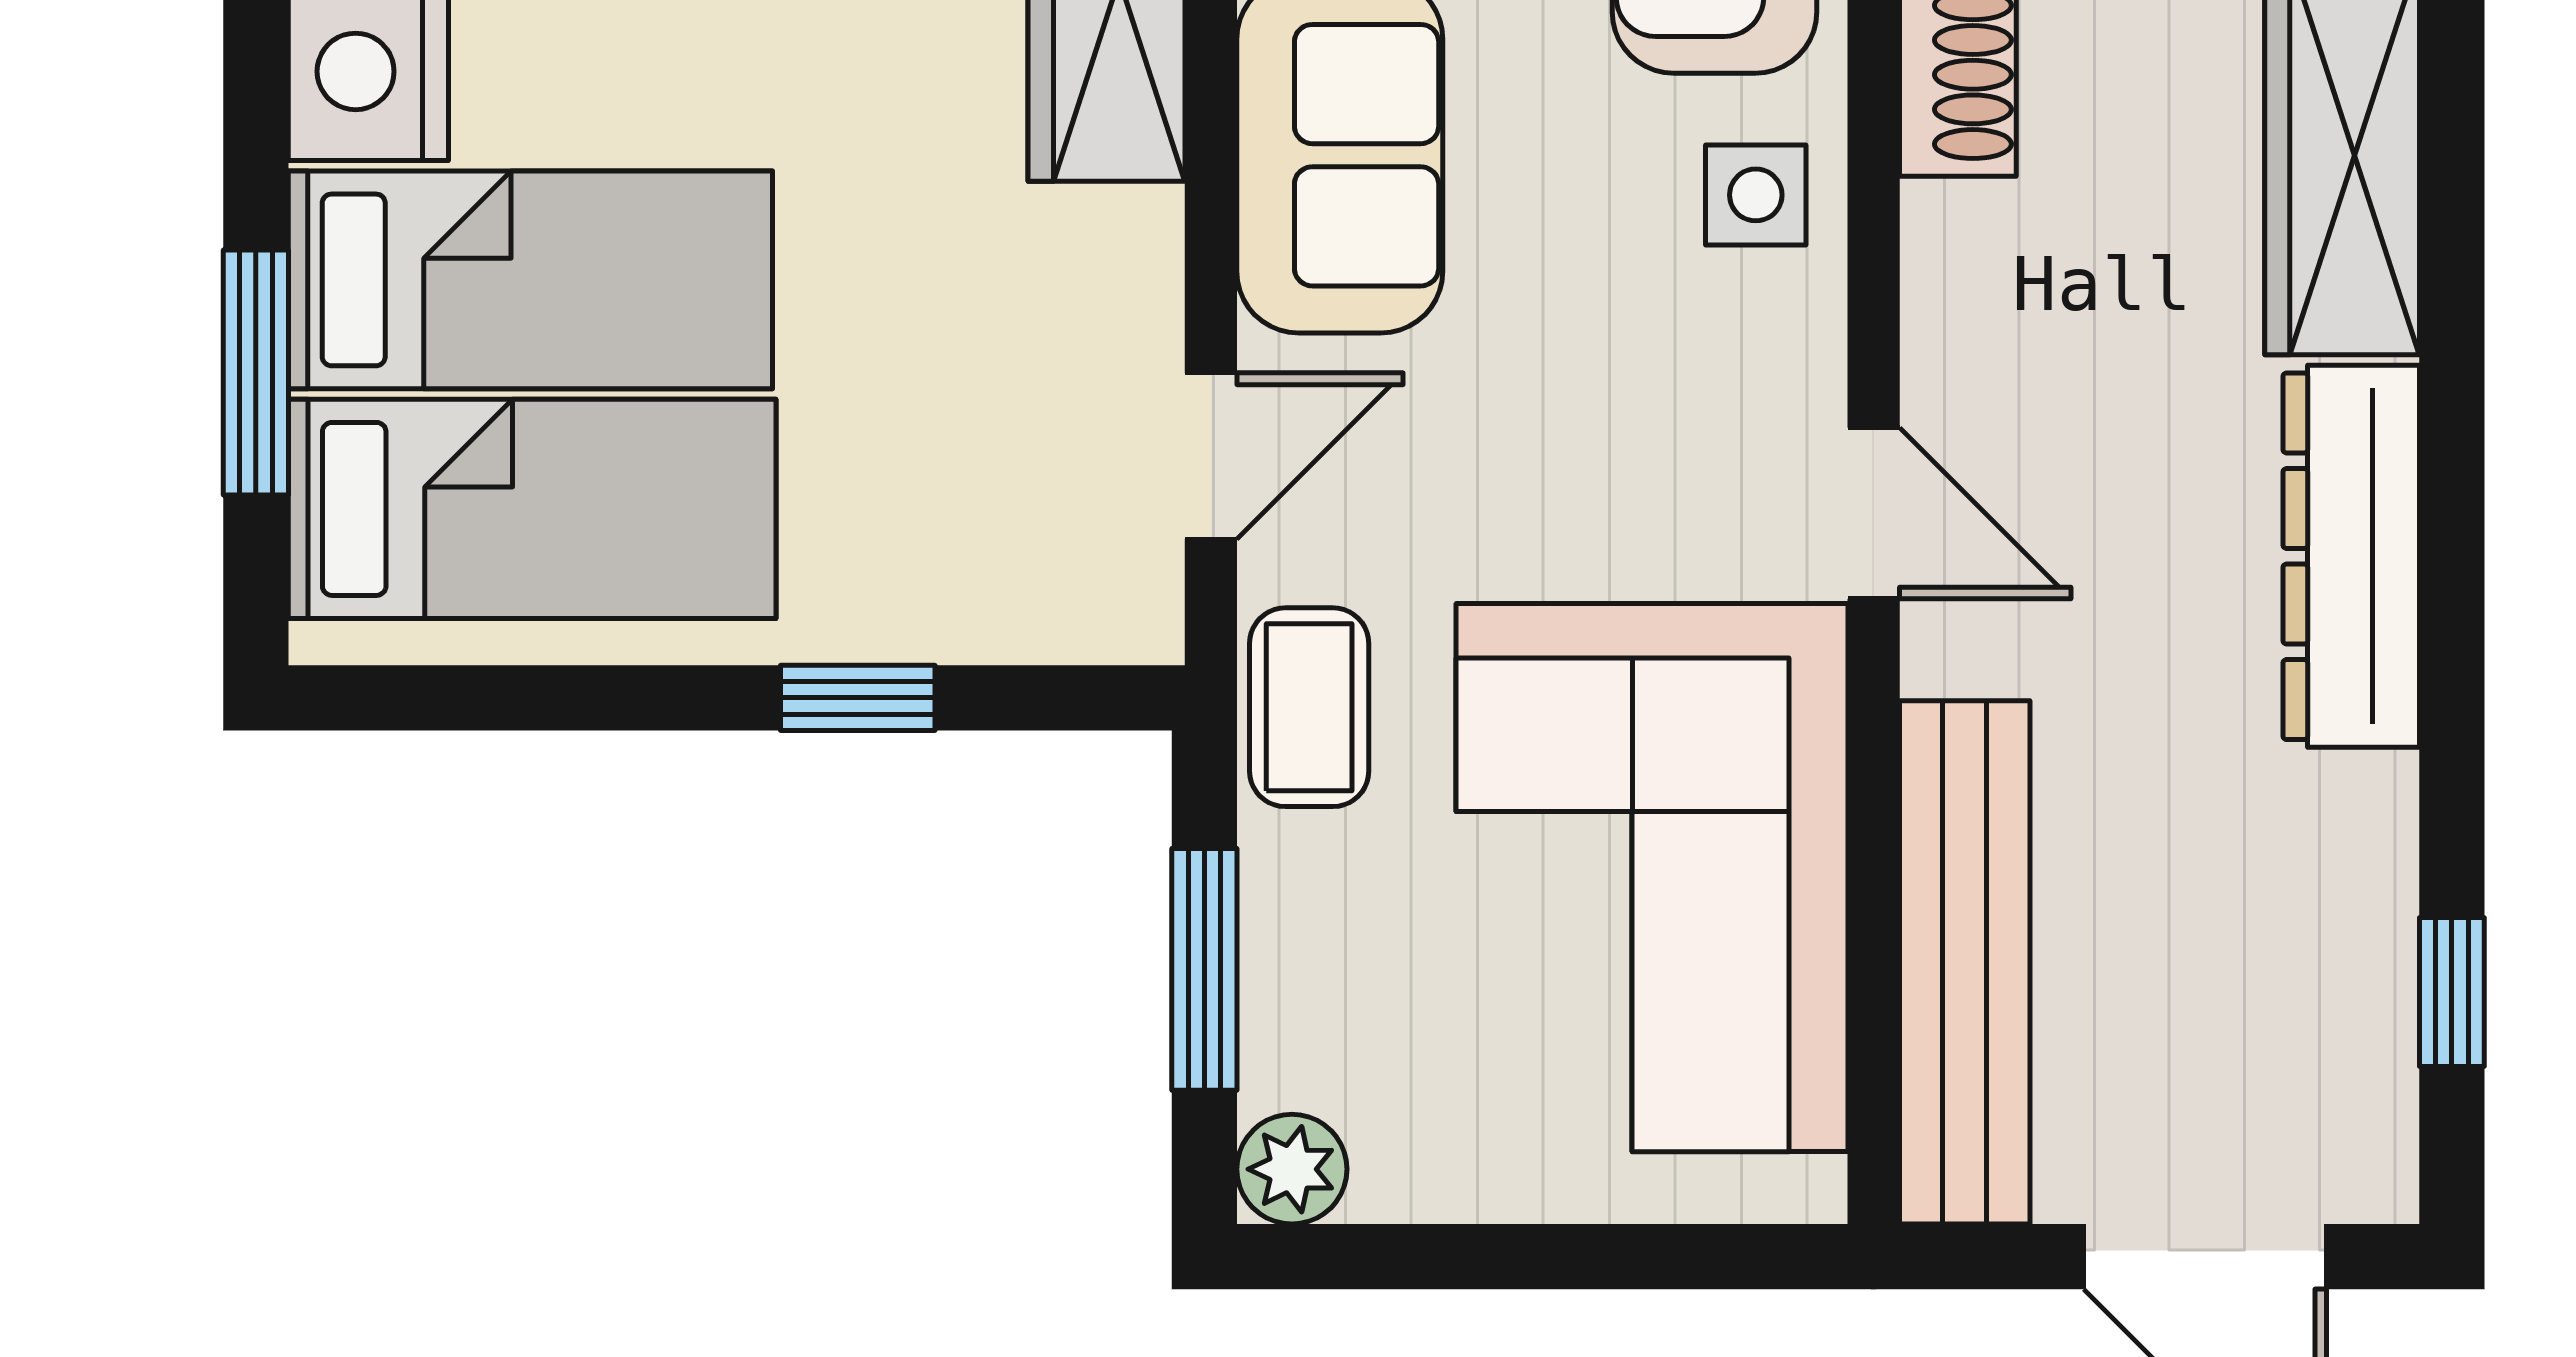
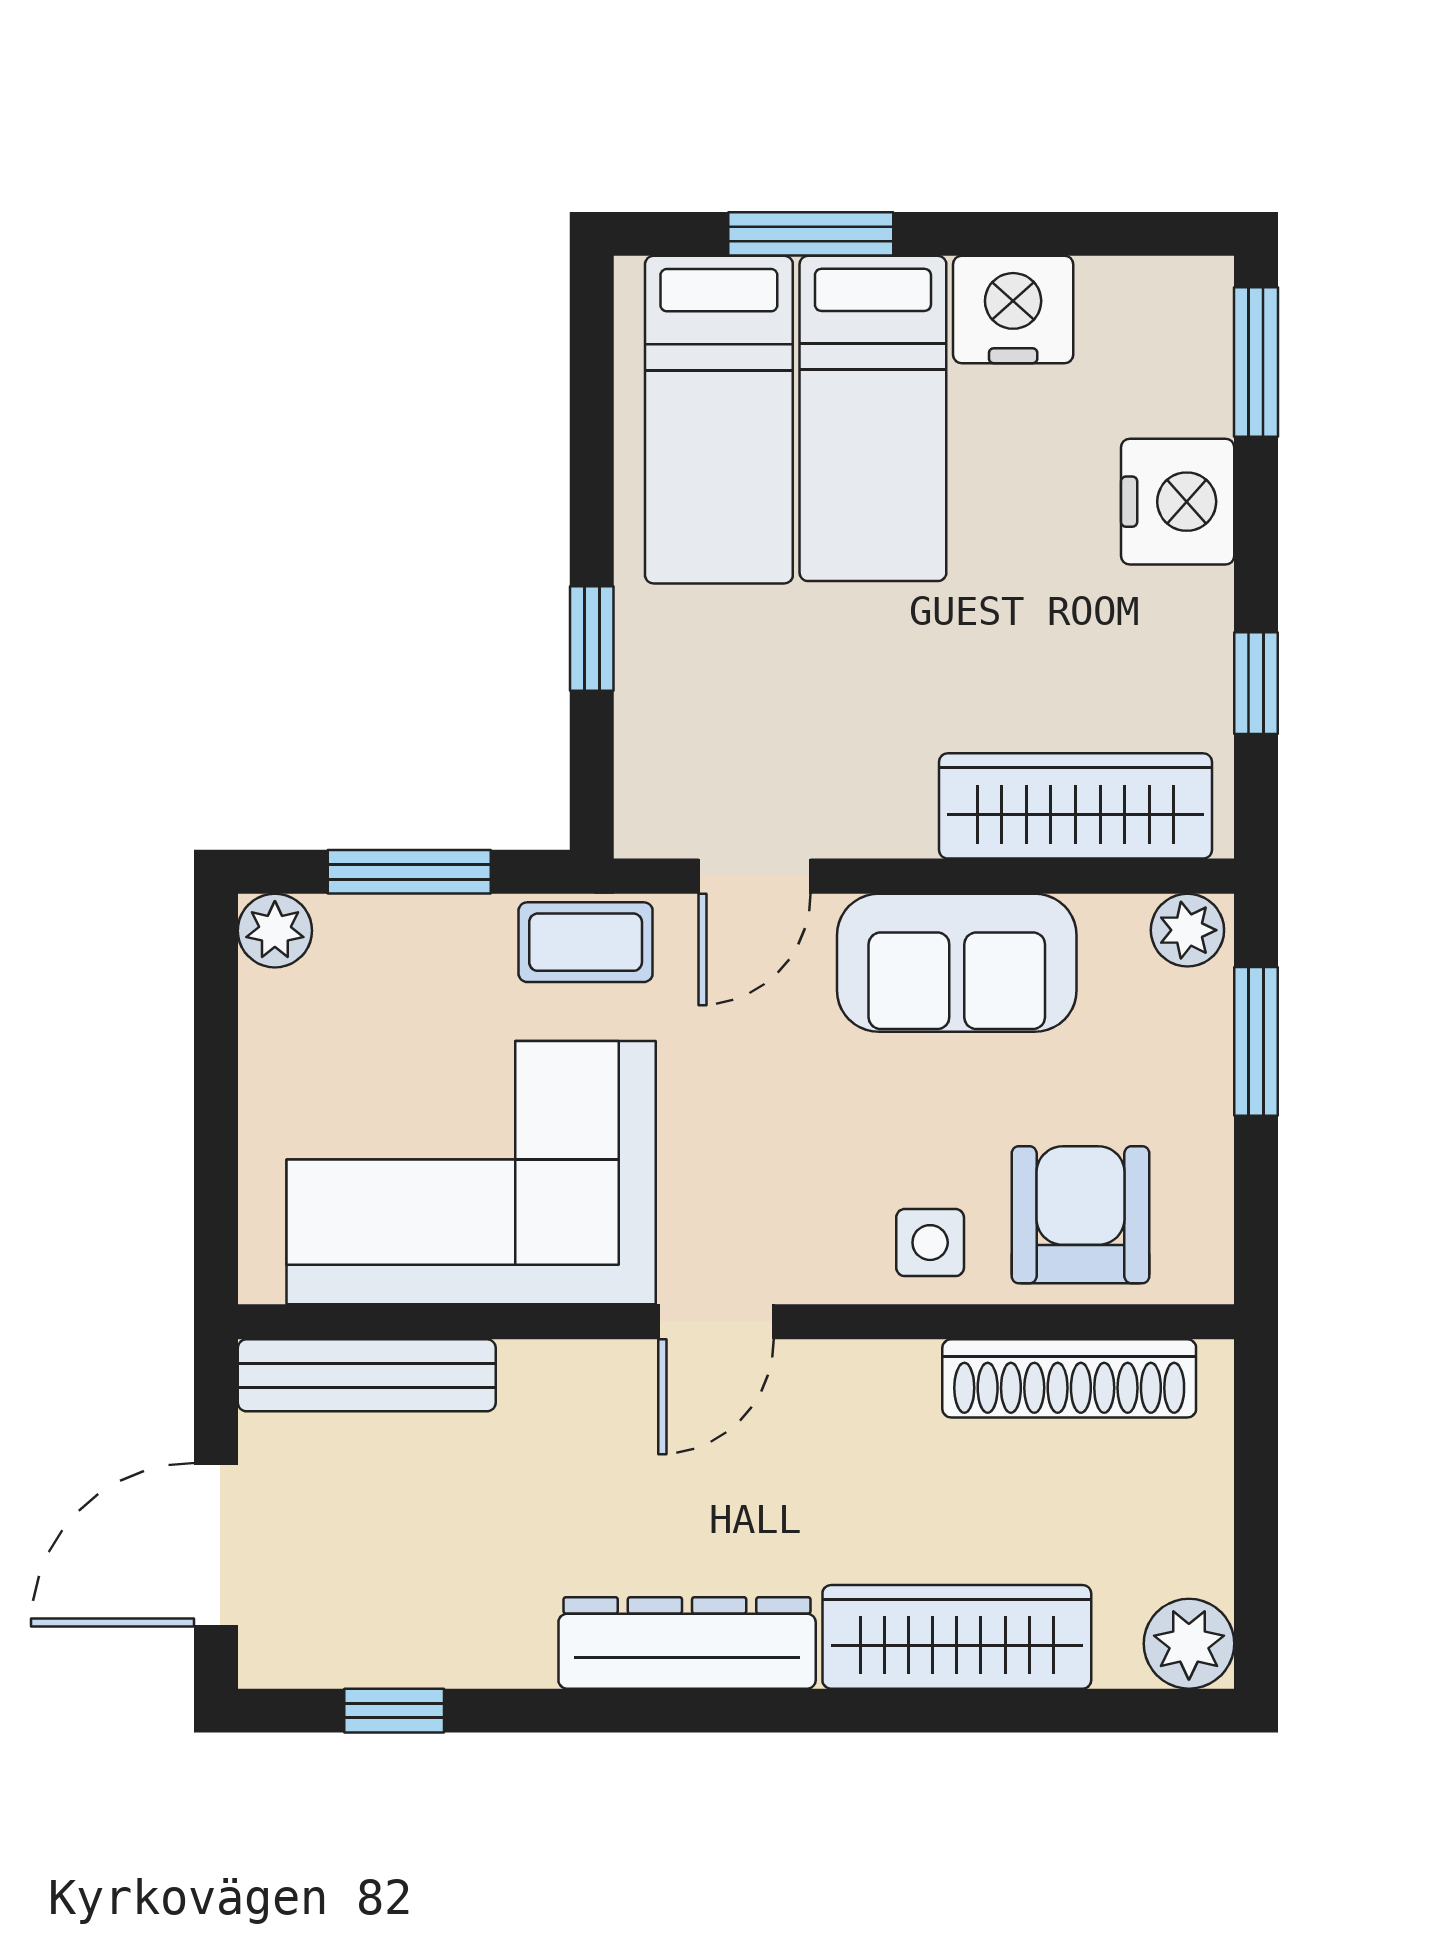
door: (1211, 456) -> (755, 876), hinge flipped
bench: (1965, 962) -> (367, 1375), width x0.73, depth x0.82

